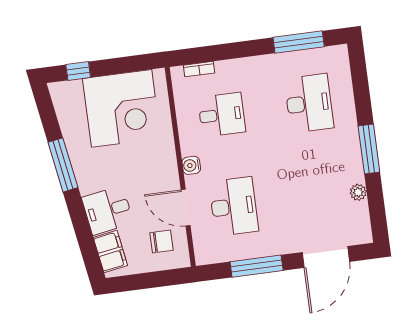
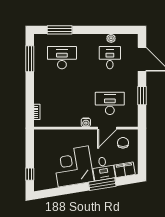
corner desk: (122, 108) -> (73, 166), moved, turned -99
desk: (222, 115) -> (110, 58), moved
window: (369, 149) -> (60, 30), moved
window: (63, 165) -> (102, 184), moved
window: (257, 266) -> (142, 96), width x0.69

